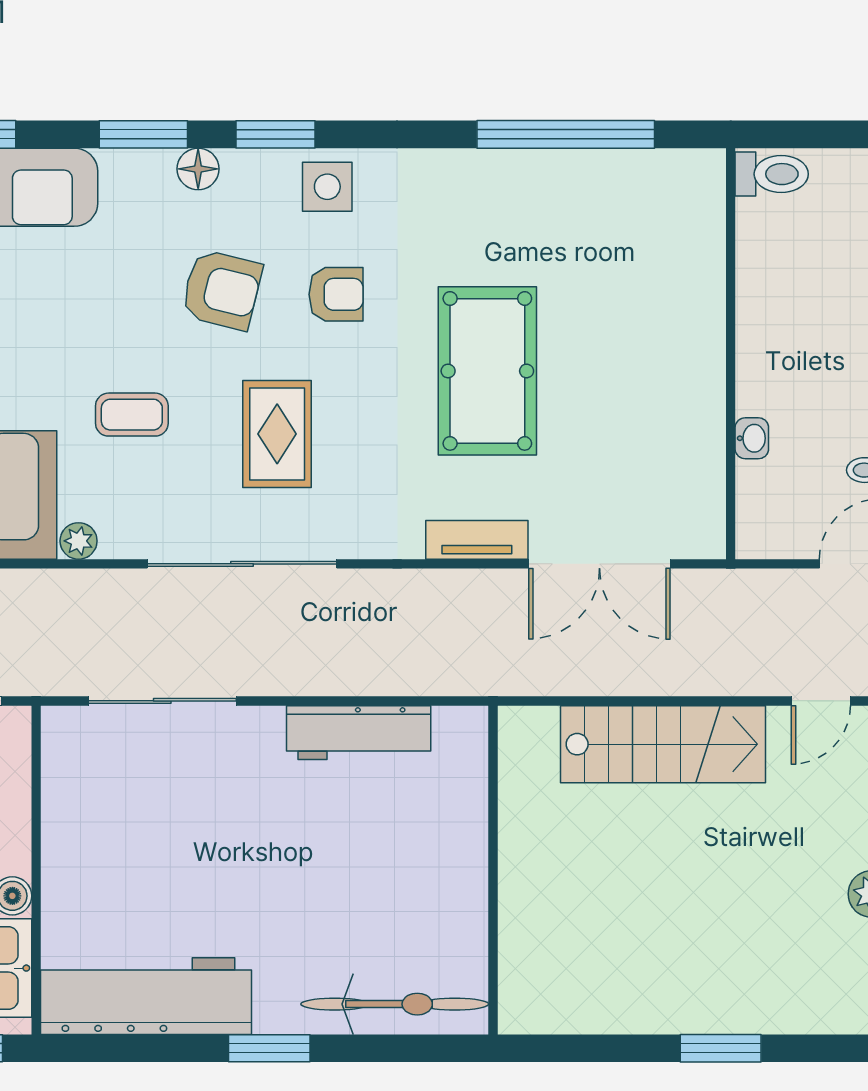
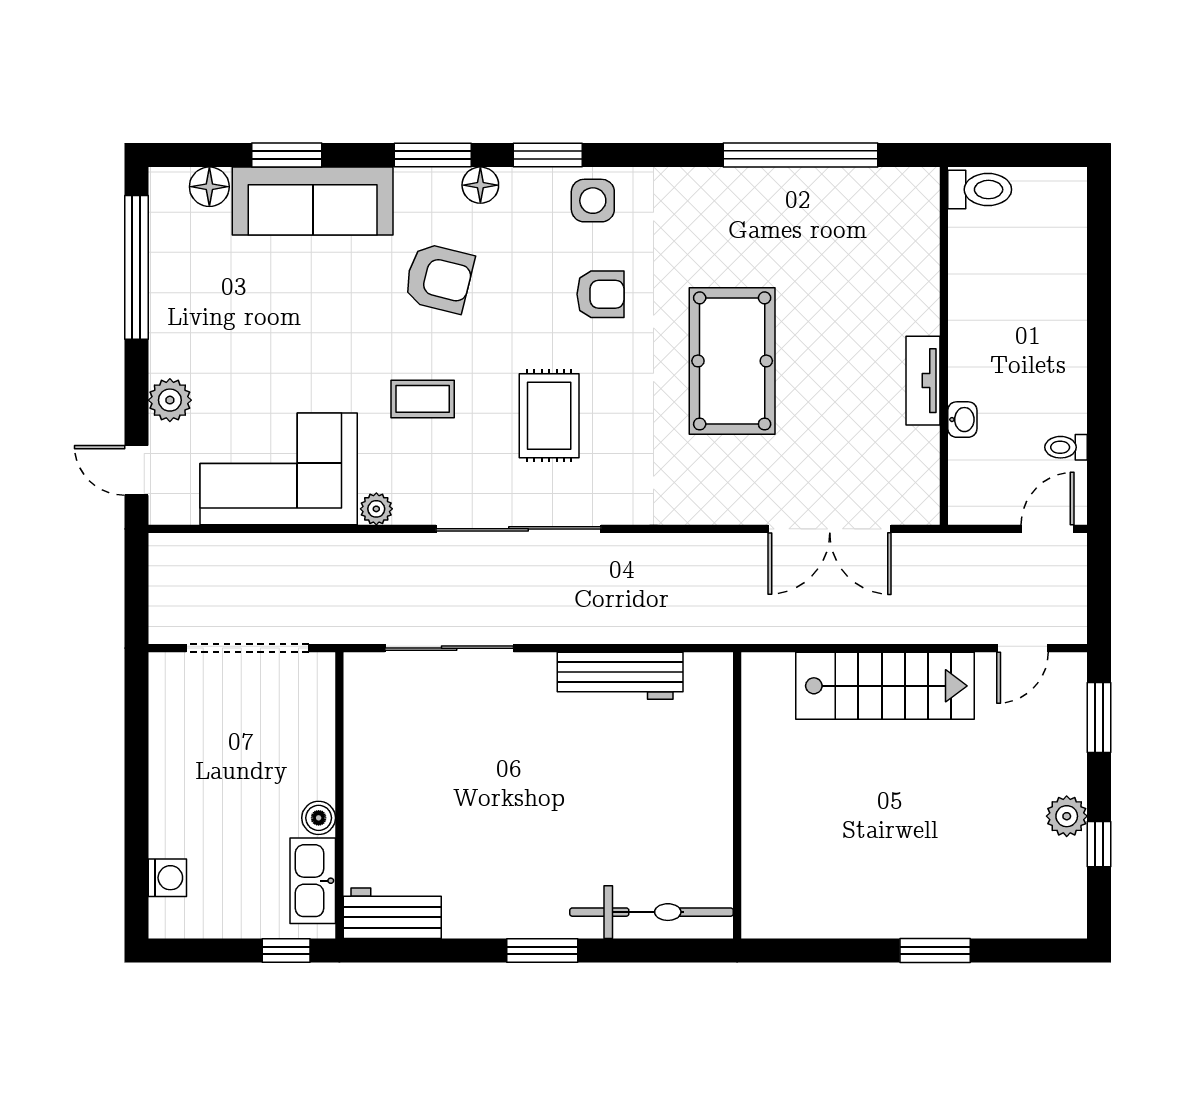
armchair: (222, 290) -> (439, 278), moved
tv unit: (477, 540) -> (923, 381), moved, turned -90
workbench: (146, 996) -> (392, 913), width x0.53, depth x0.76

